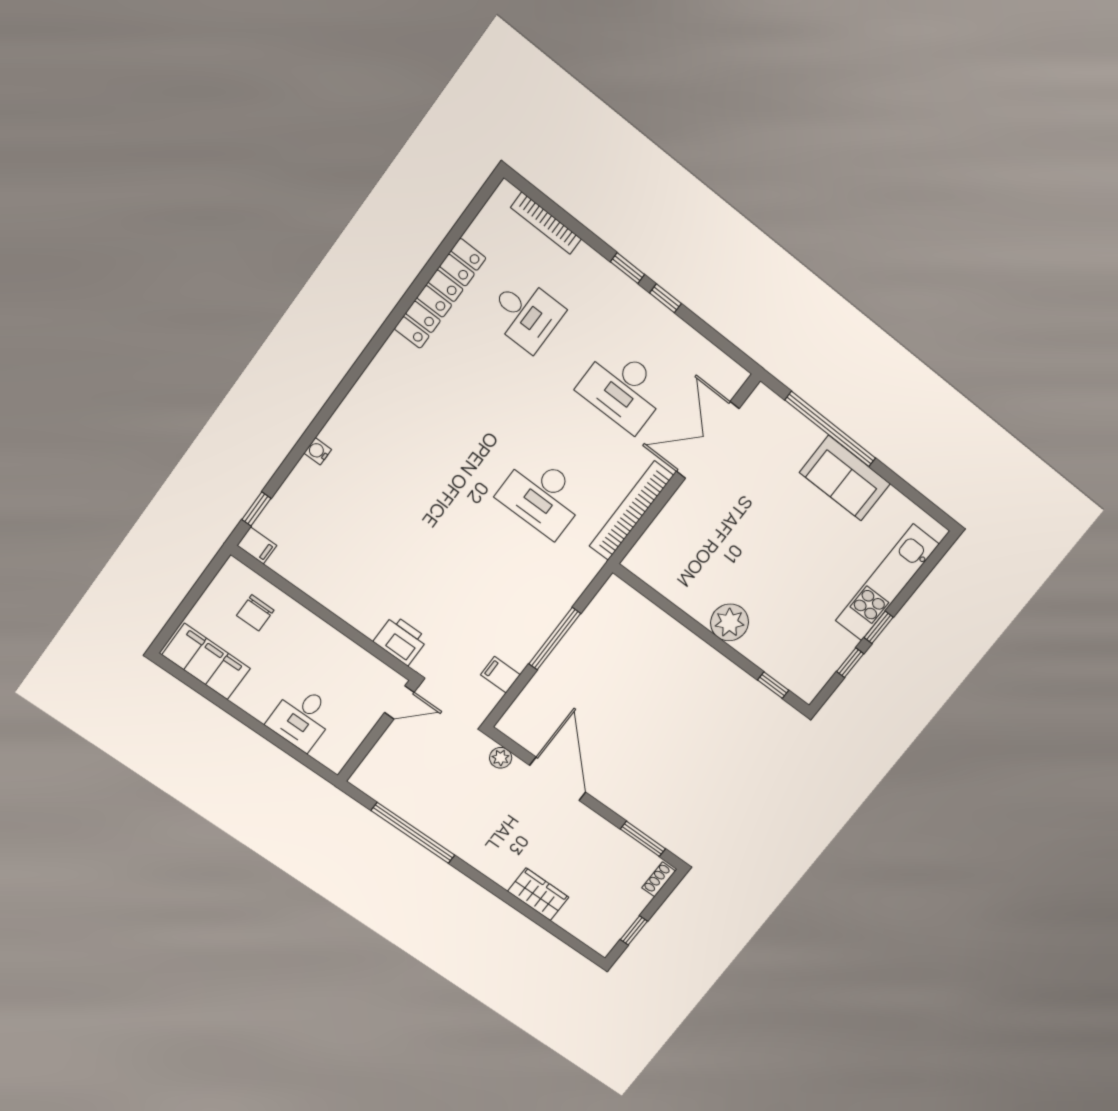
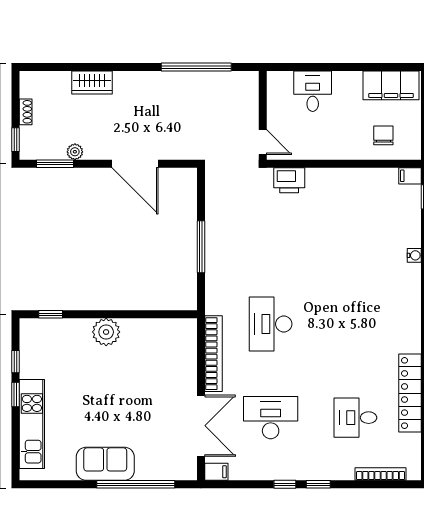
desk: (542, 496) -> (271, 324), turned -90
filing cabinet: (500, 675) -> (216, 472), moved
door: (399, 702) -> (263, 142), swing flipped
plant: (501, 758) -> (75, 152), moved
shoe rack: (659, 879) -> (26, 112), moved
window: (634, 930) -> (15, 140), moved

